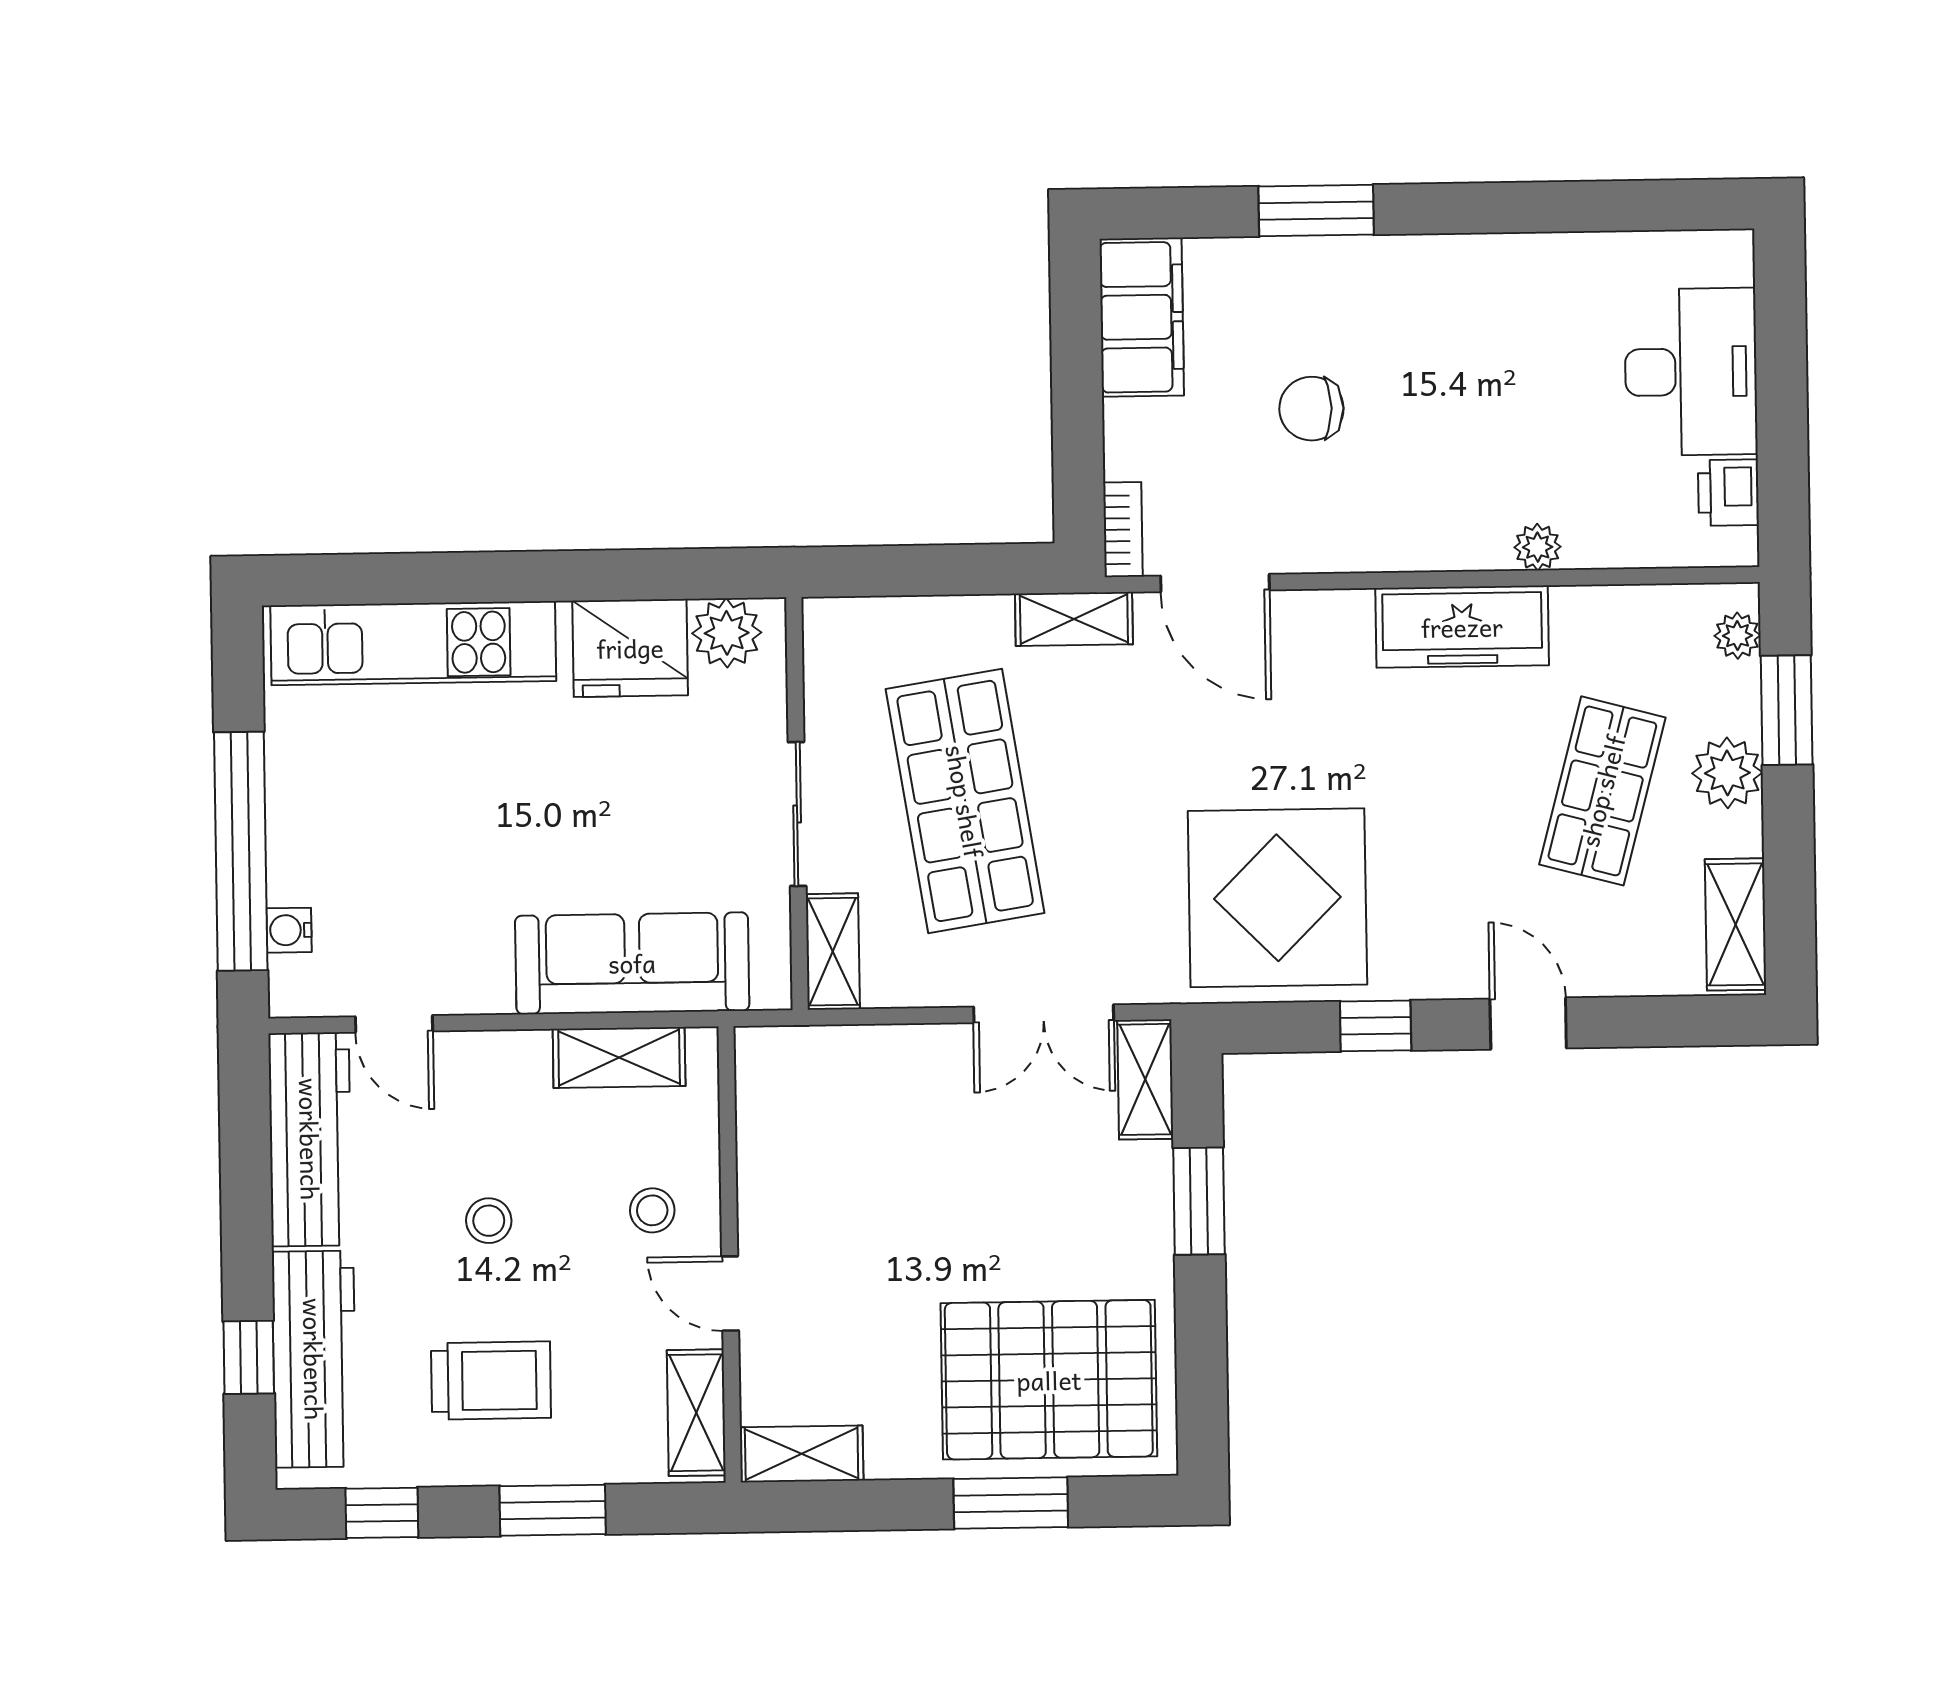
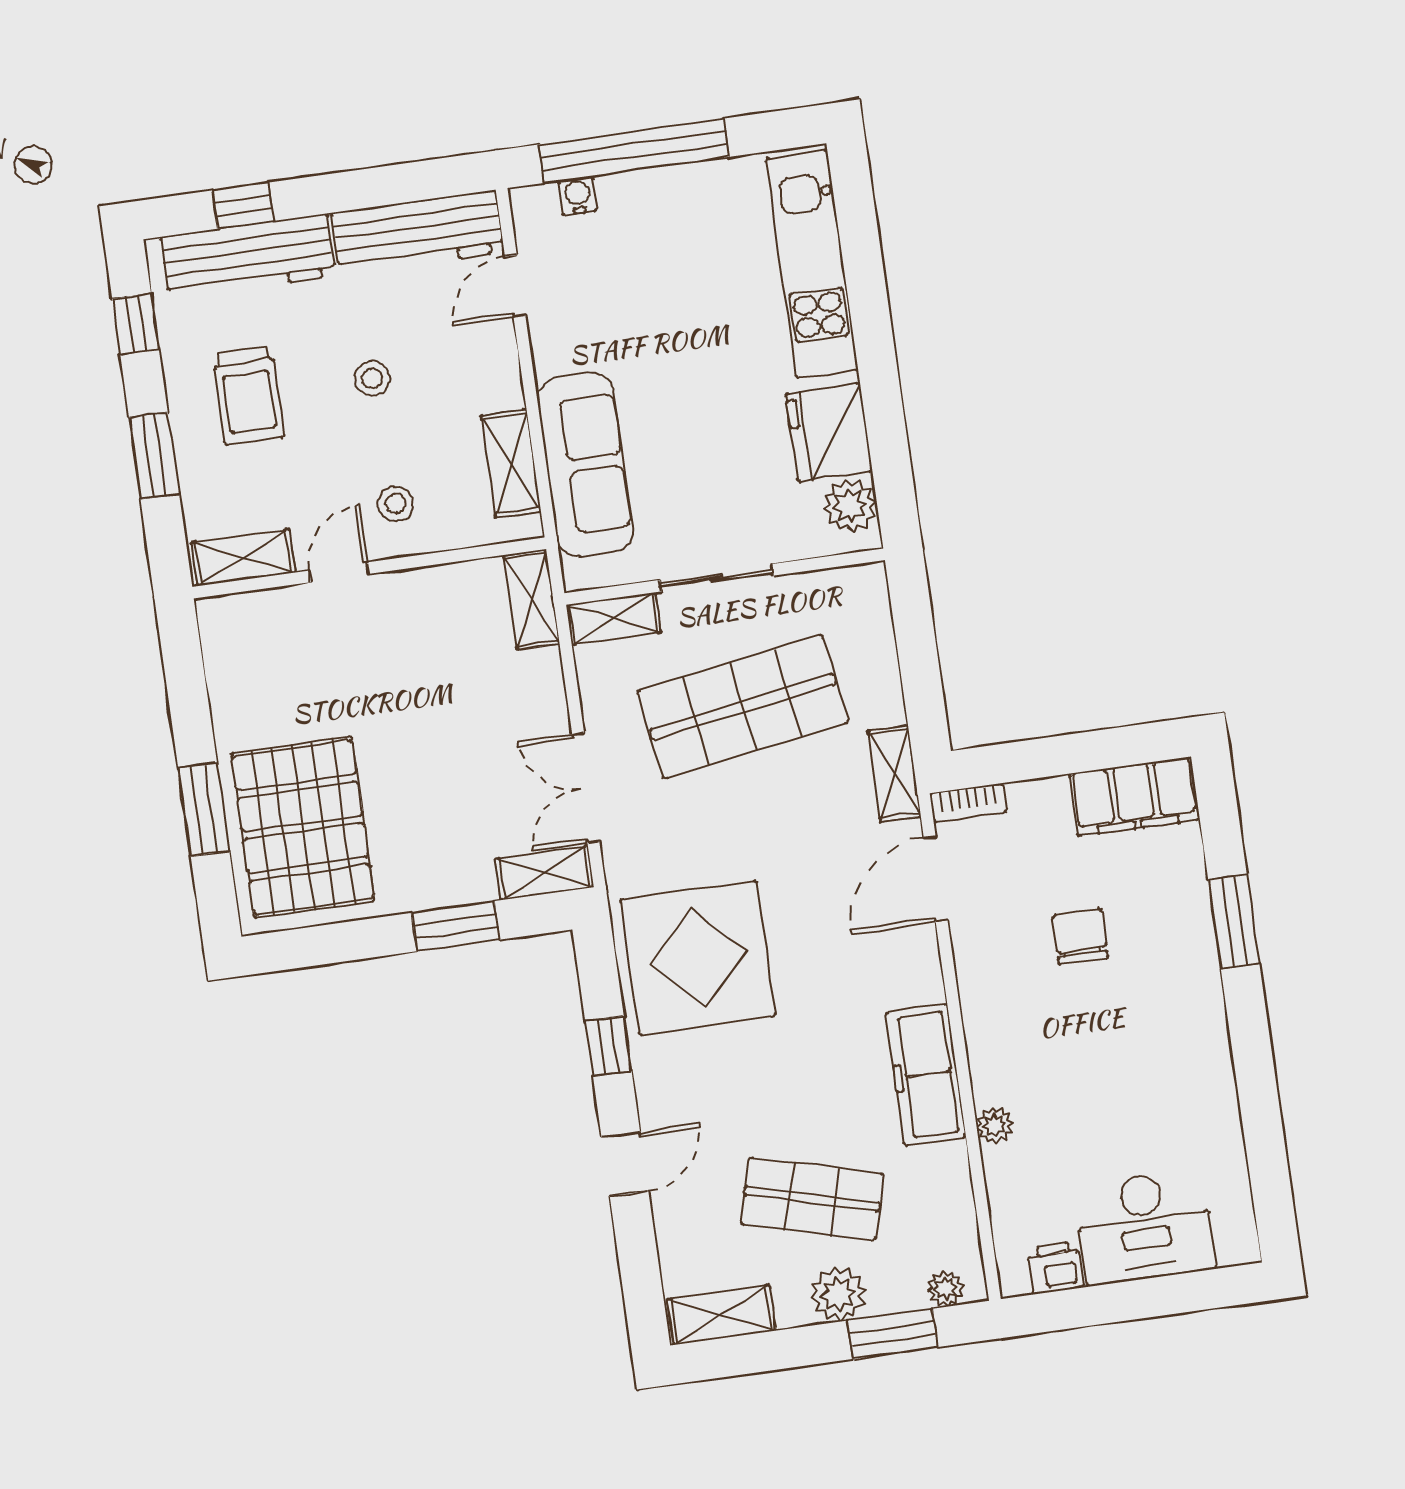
shelving: (802, 1454) -> (532, 599), moved

